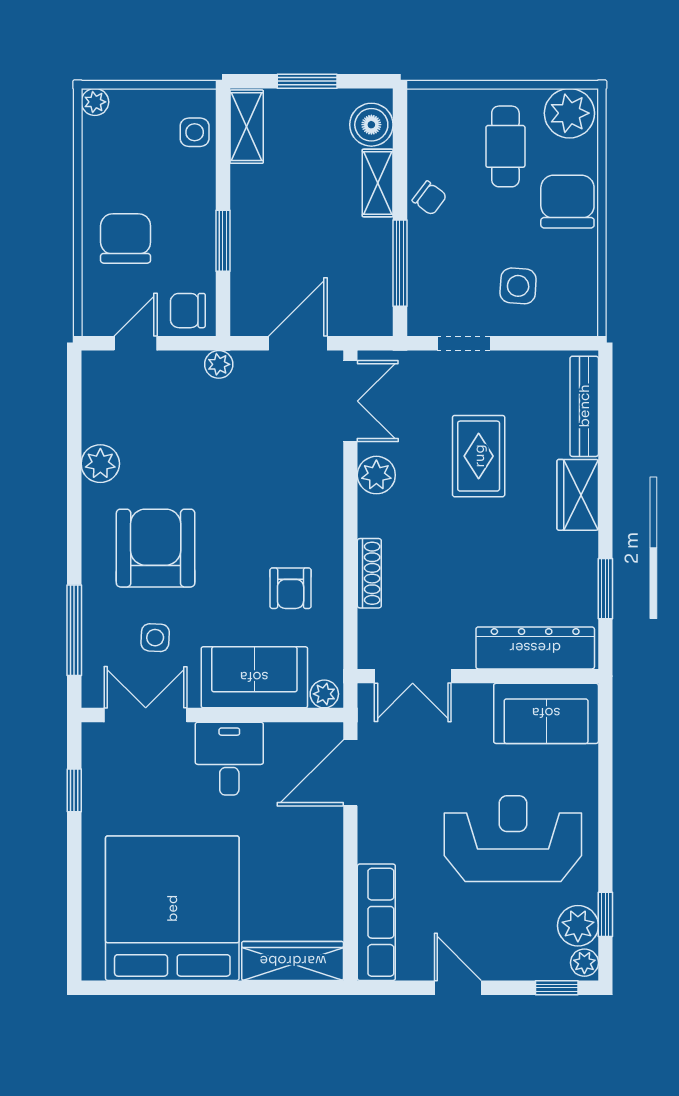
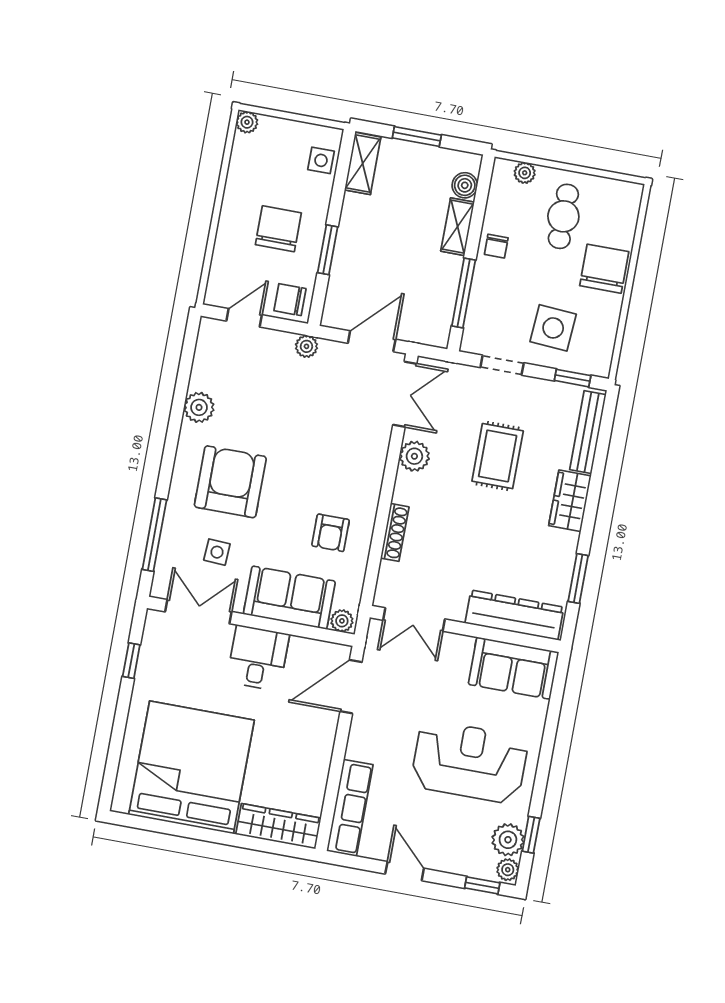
plant: (569, 113) -> (525, 173), moved, width x0.53, depth x0.53
boiler: (371, 125) -> (465, 185), width x0.73, depth x0.73
chair: (430, 198) -> (496, 246), turned 53
chair: (126, 238) -> (278, 229), moved
side table: (518, 286) -> (553, 328), width x1.37, depth x1.37
window: (553, 343) -> (573, 378), added

